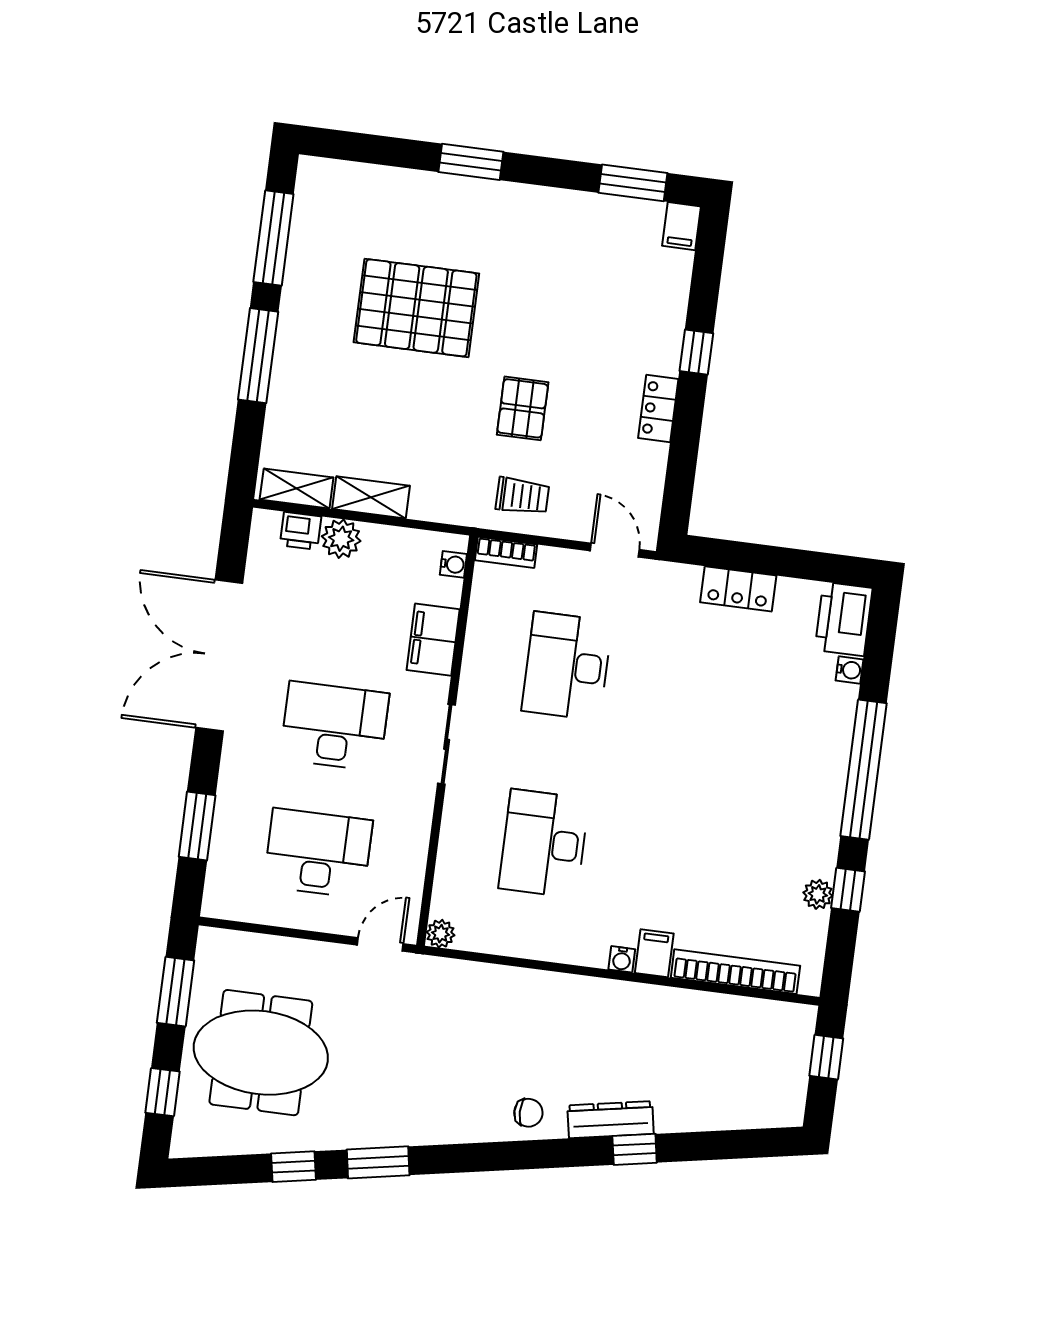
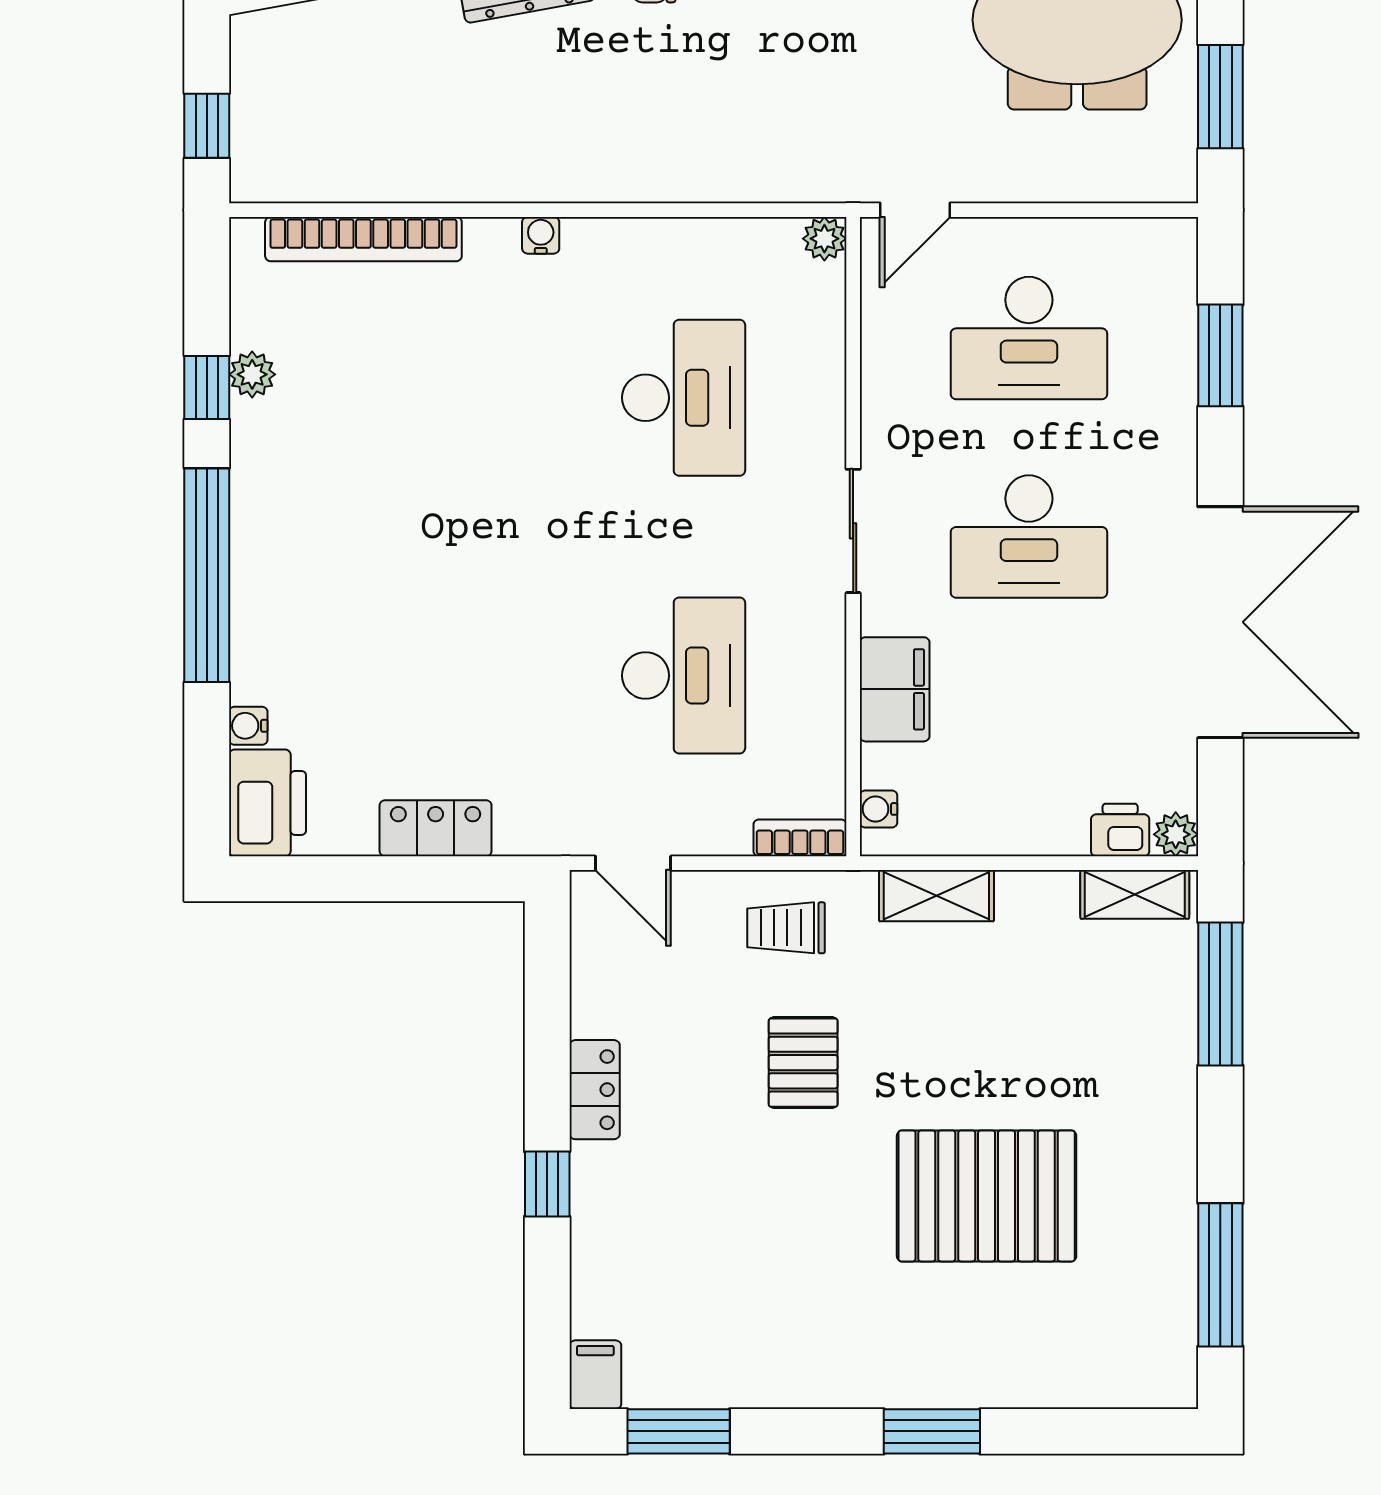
window: (258, 356) -> (1220, 994), moved
shelving: (371, 497) -> (936, 896), moved
plant: (341, 539) -> (1176, 834), moved, width x0.73, depth x0.73
filing cabinet: (654, 953) -> (492, 251), removed

